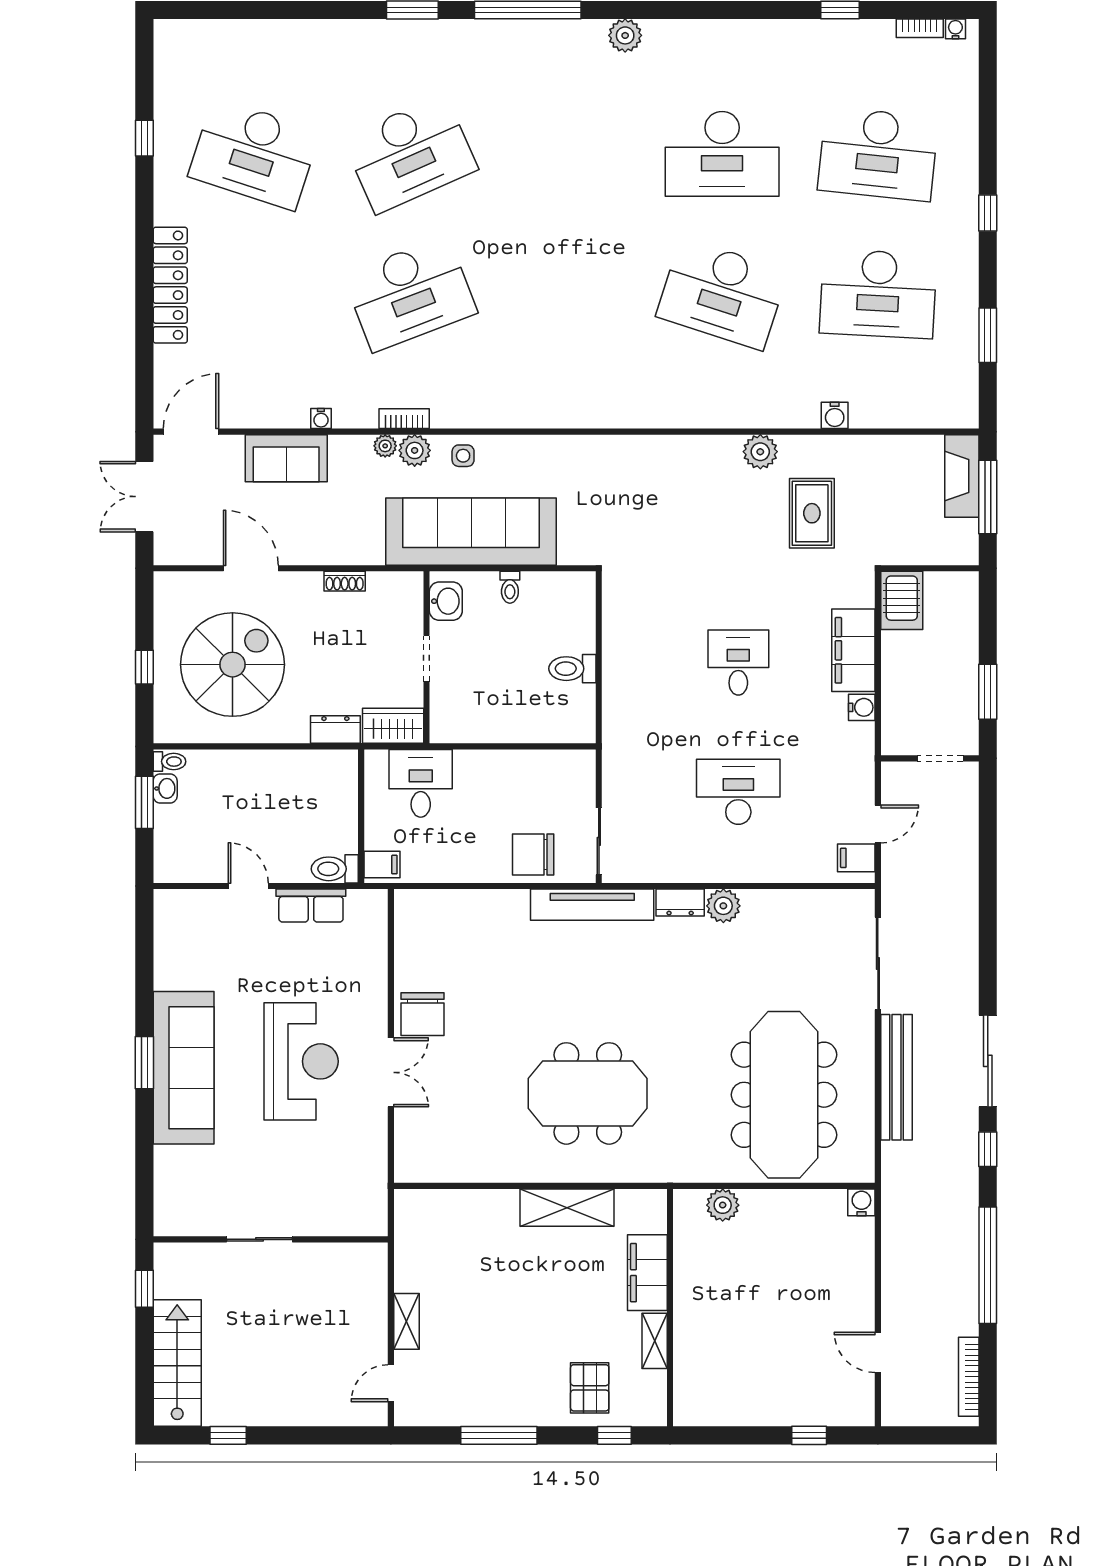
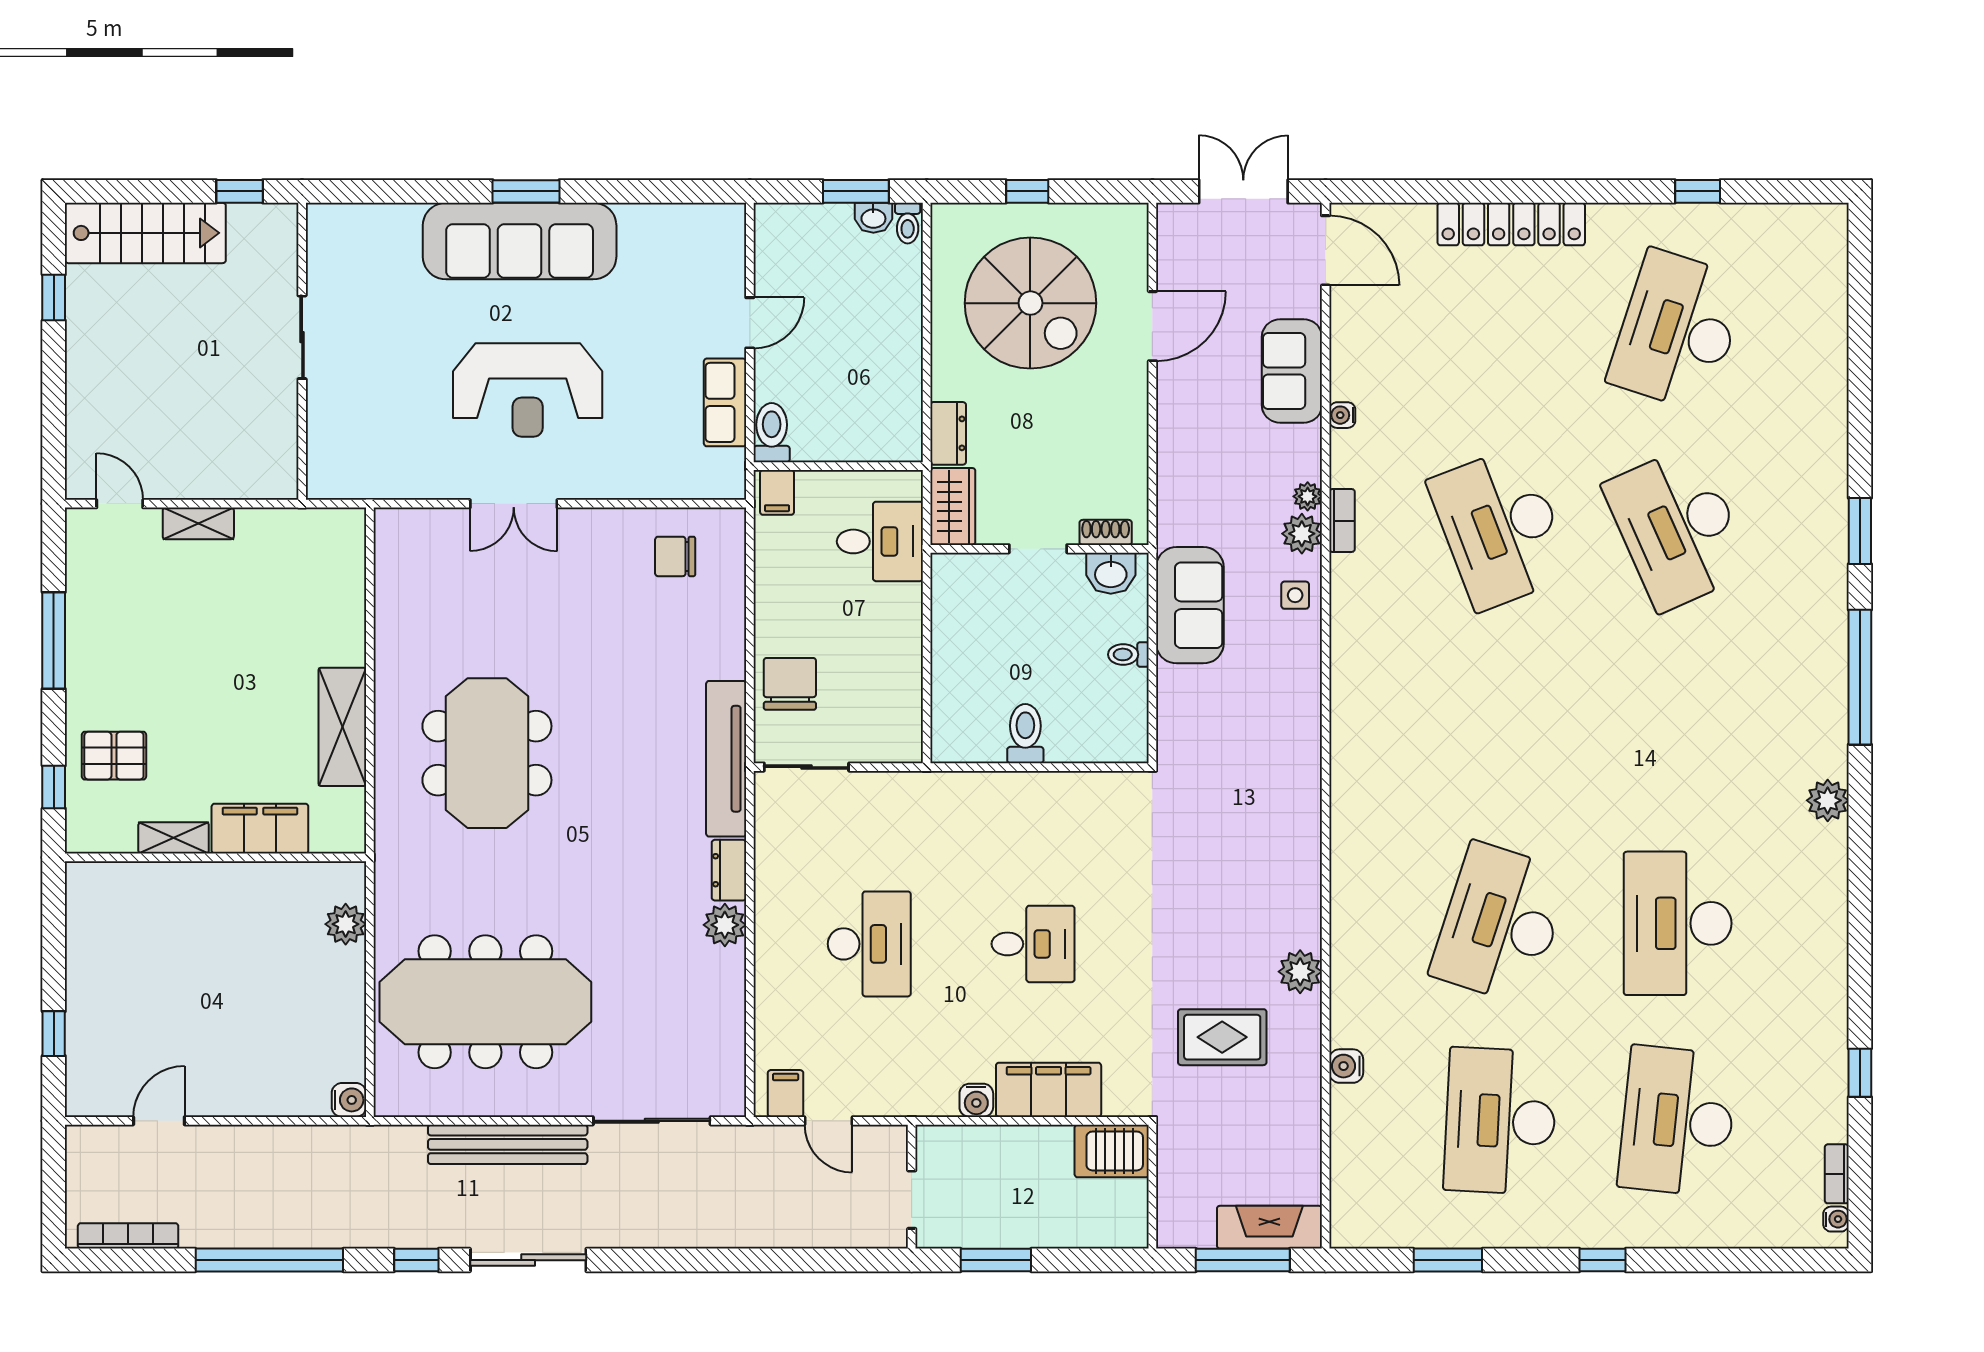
sofa: (471, 532) -> (1190, 605), width x0.54, depth x0.79
shoe rack: (345, 581) -> (1106, 532), moved, turned 90
chair: (422, 1014) -> (675, 556), moved, width x0.73, depth x0.73

